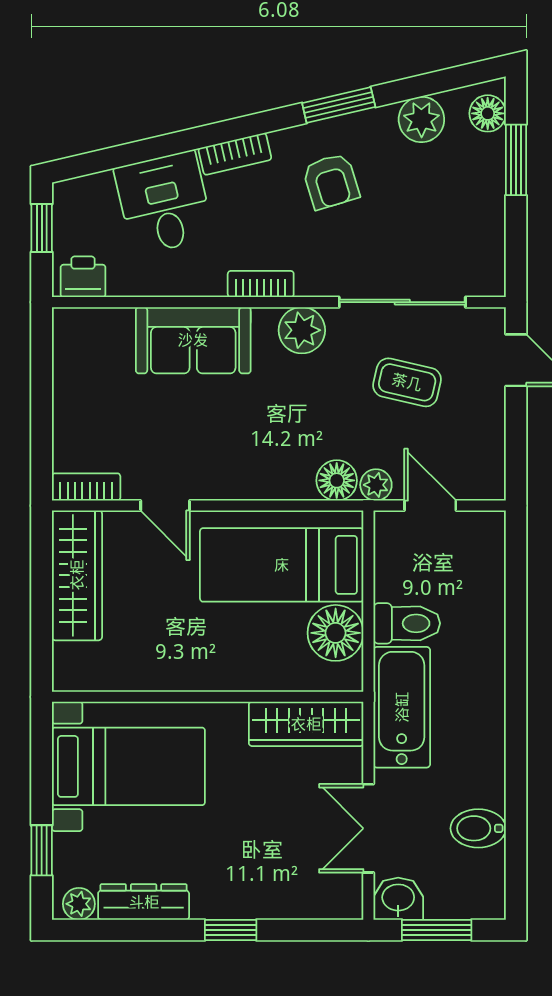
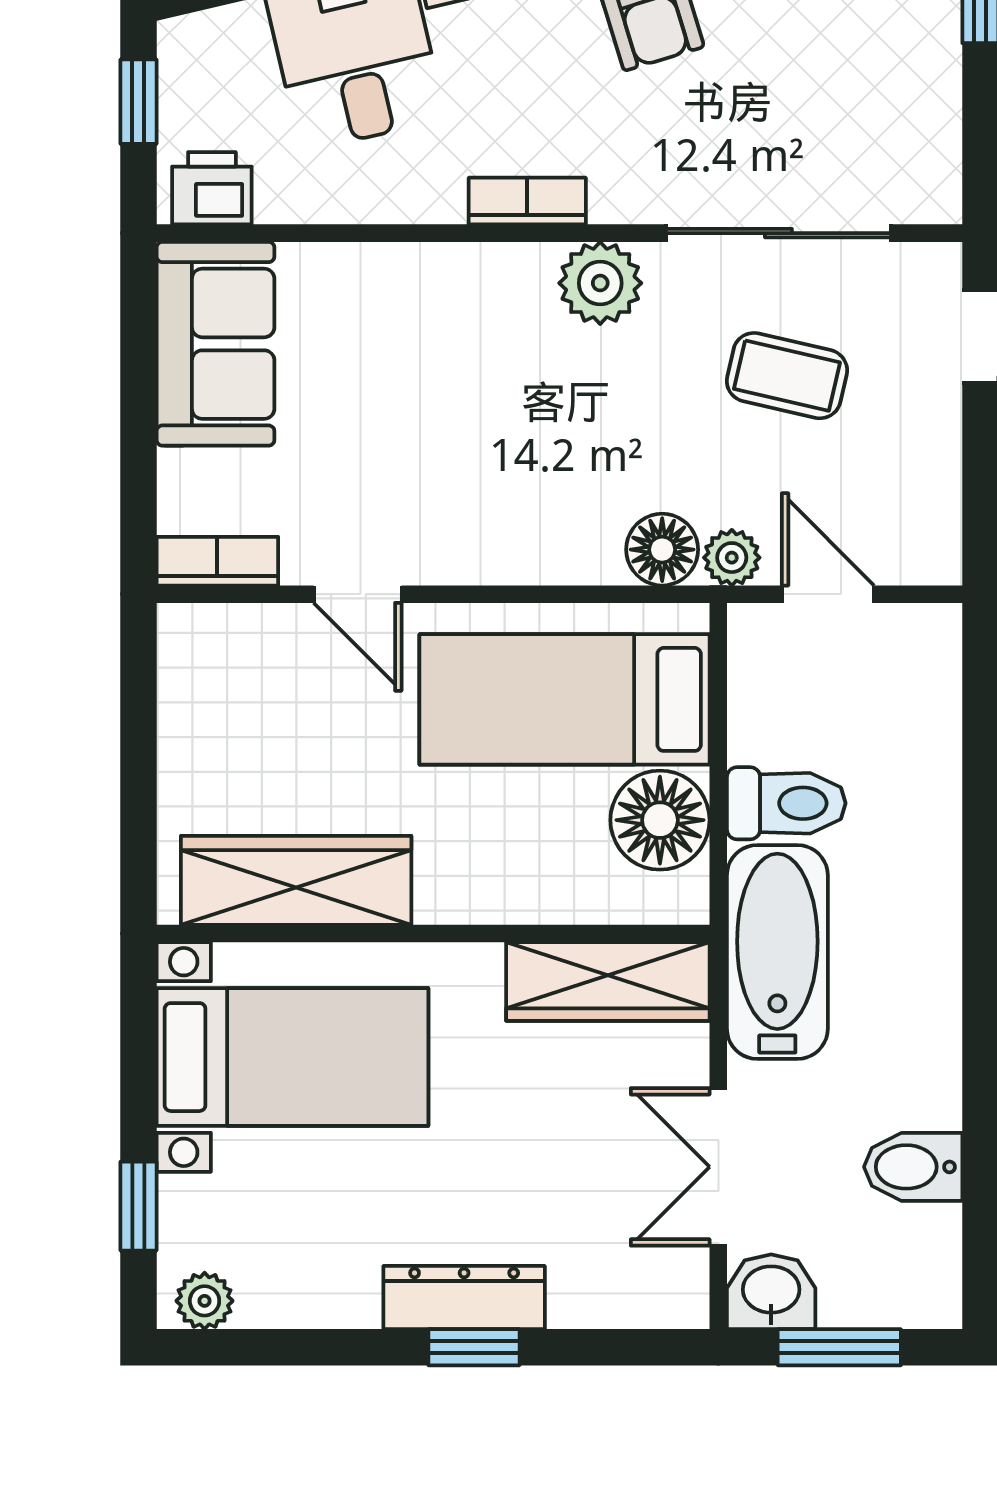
sofa: (193, 340) -> (215, 344), moved, turned -90
wardrobe: (77, 575) -> (296, 880), moved, turned -90
dresser: (144, 902) -> (464, 1298), moved

